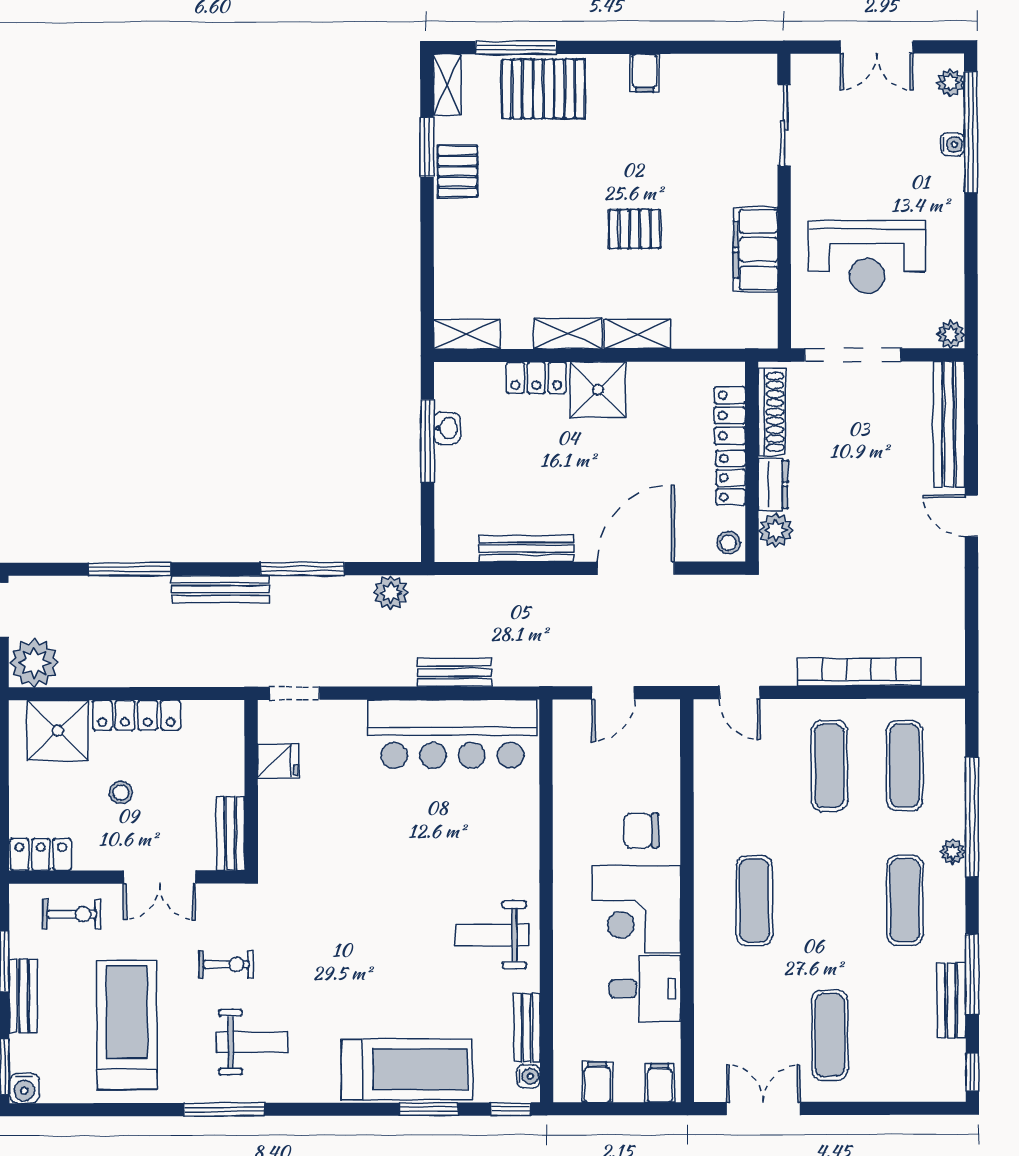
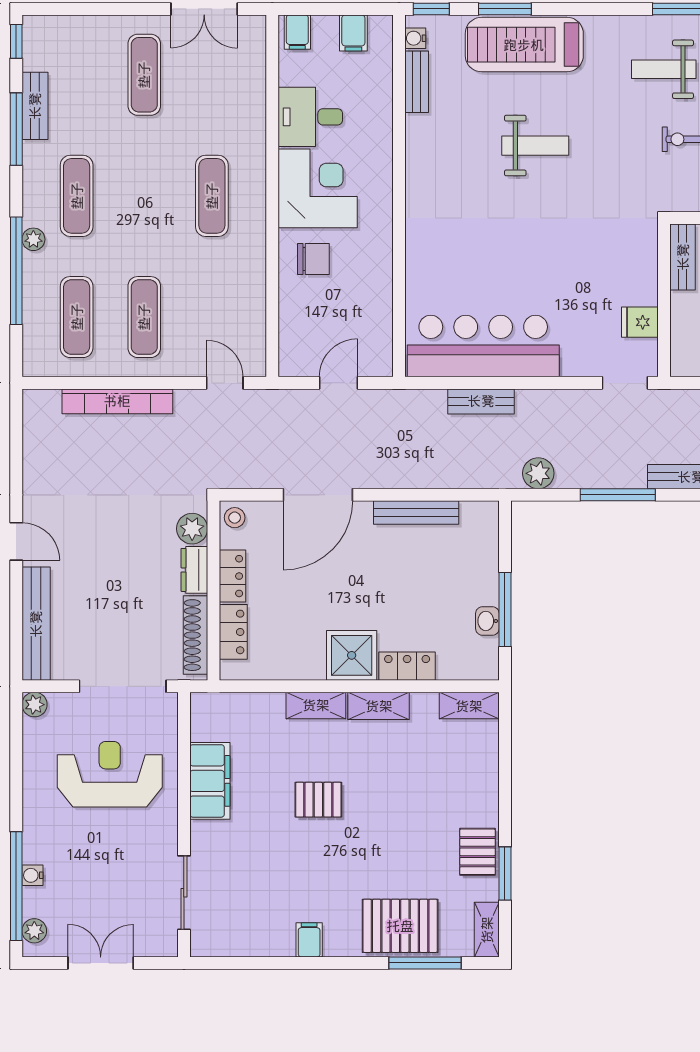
weight bench: (492, 935) -> (535, 146), moved

